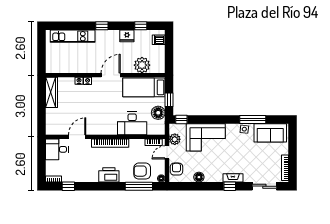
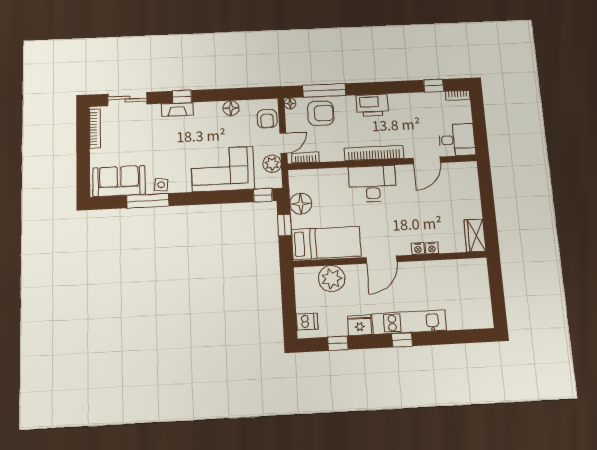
kitchen unit: (73, 36) -> (409, 322), moved
wardrobe: (52, 92) -> (475, 235), width x0.67
desk: (132, 123) -> (372, 184), moved

